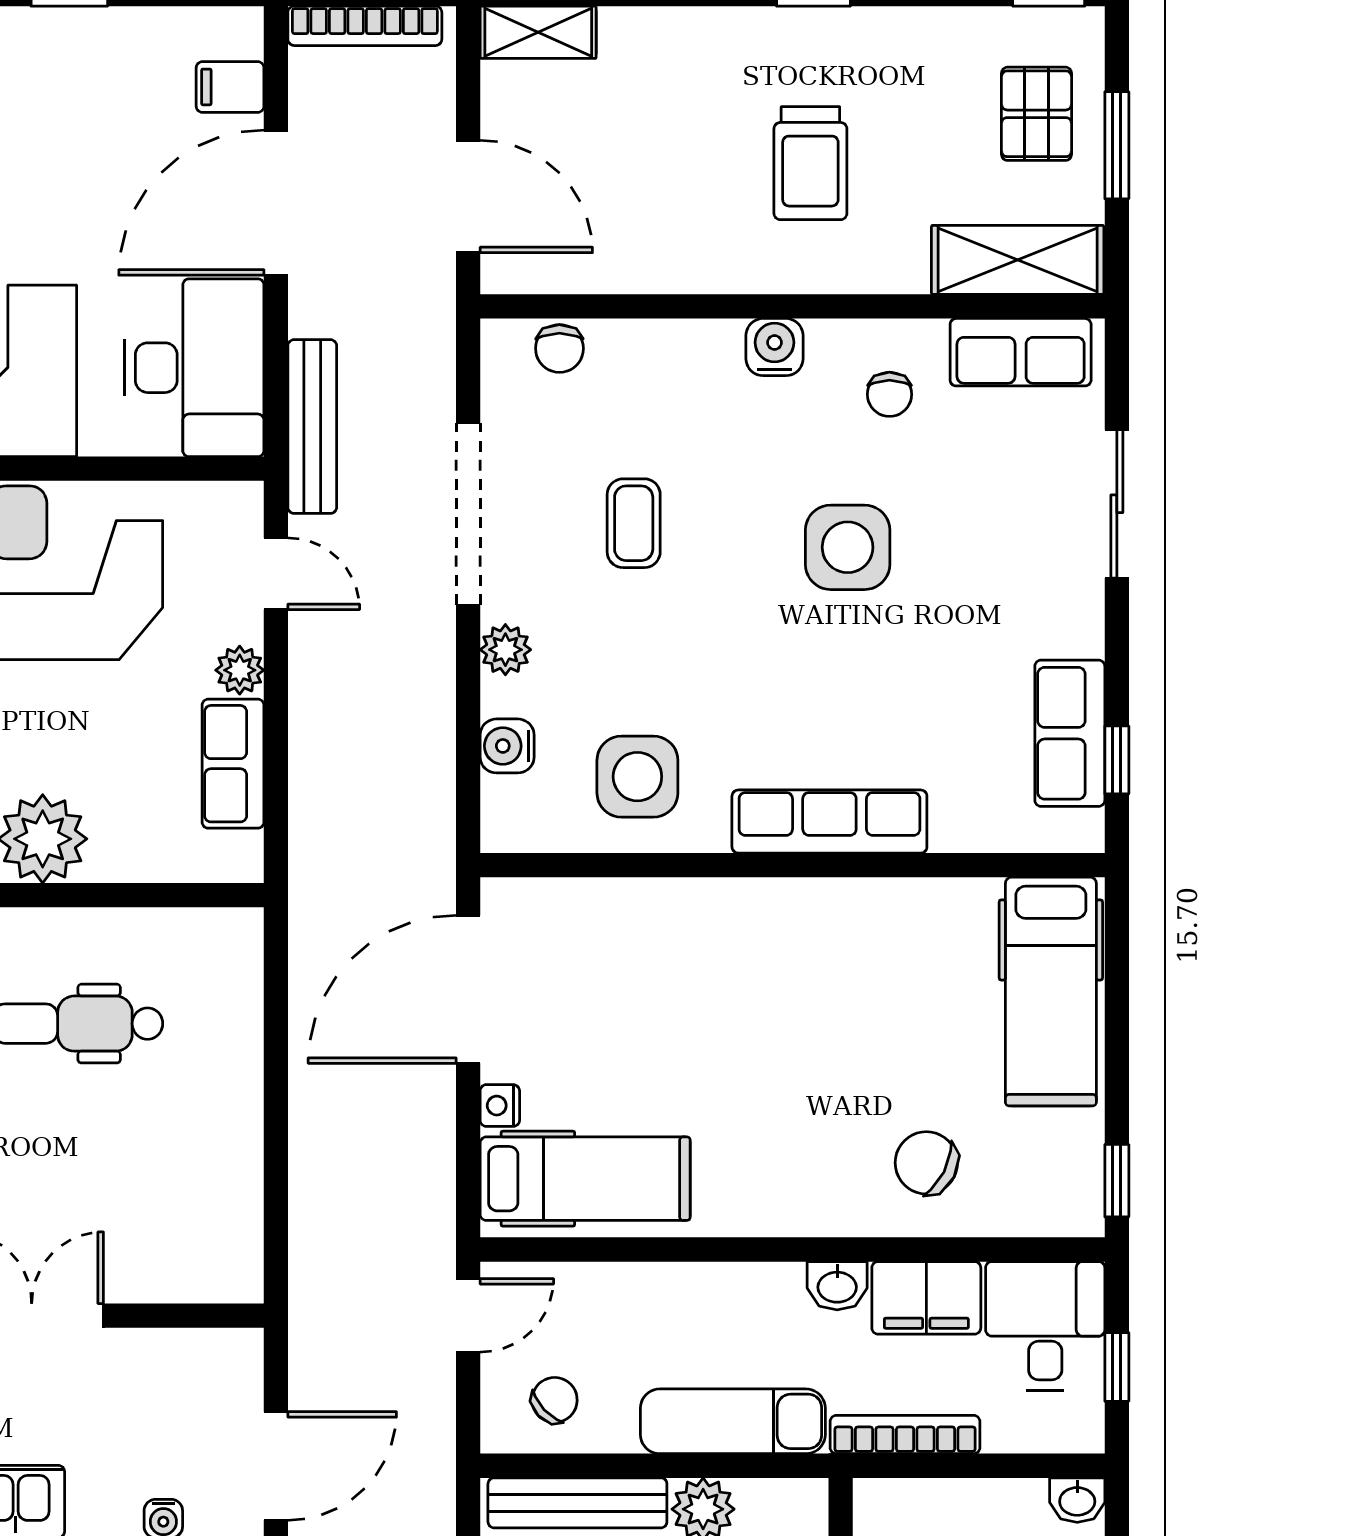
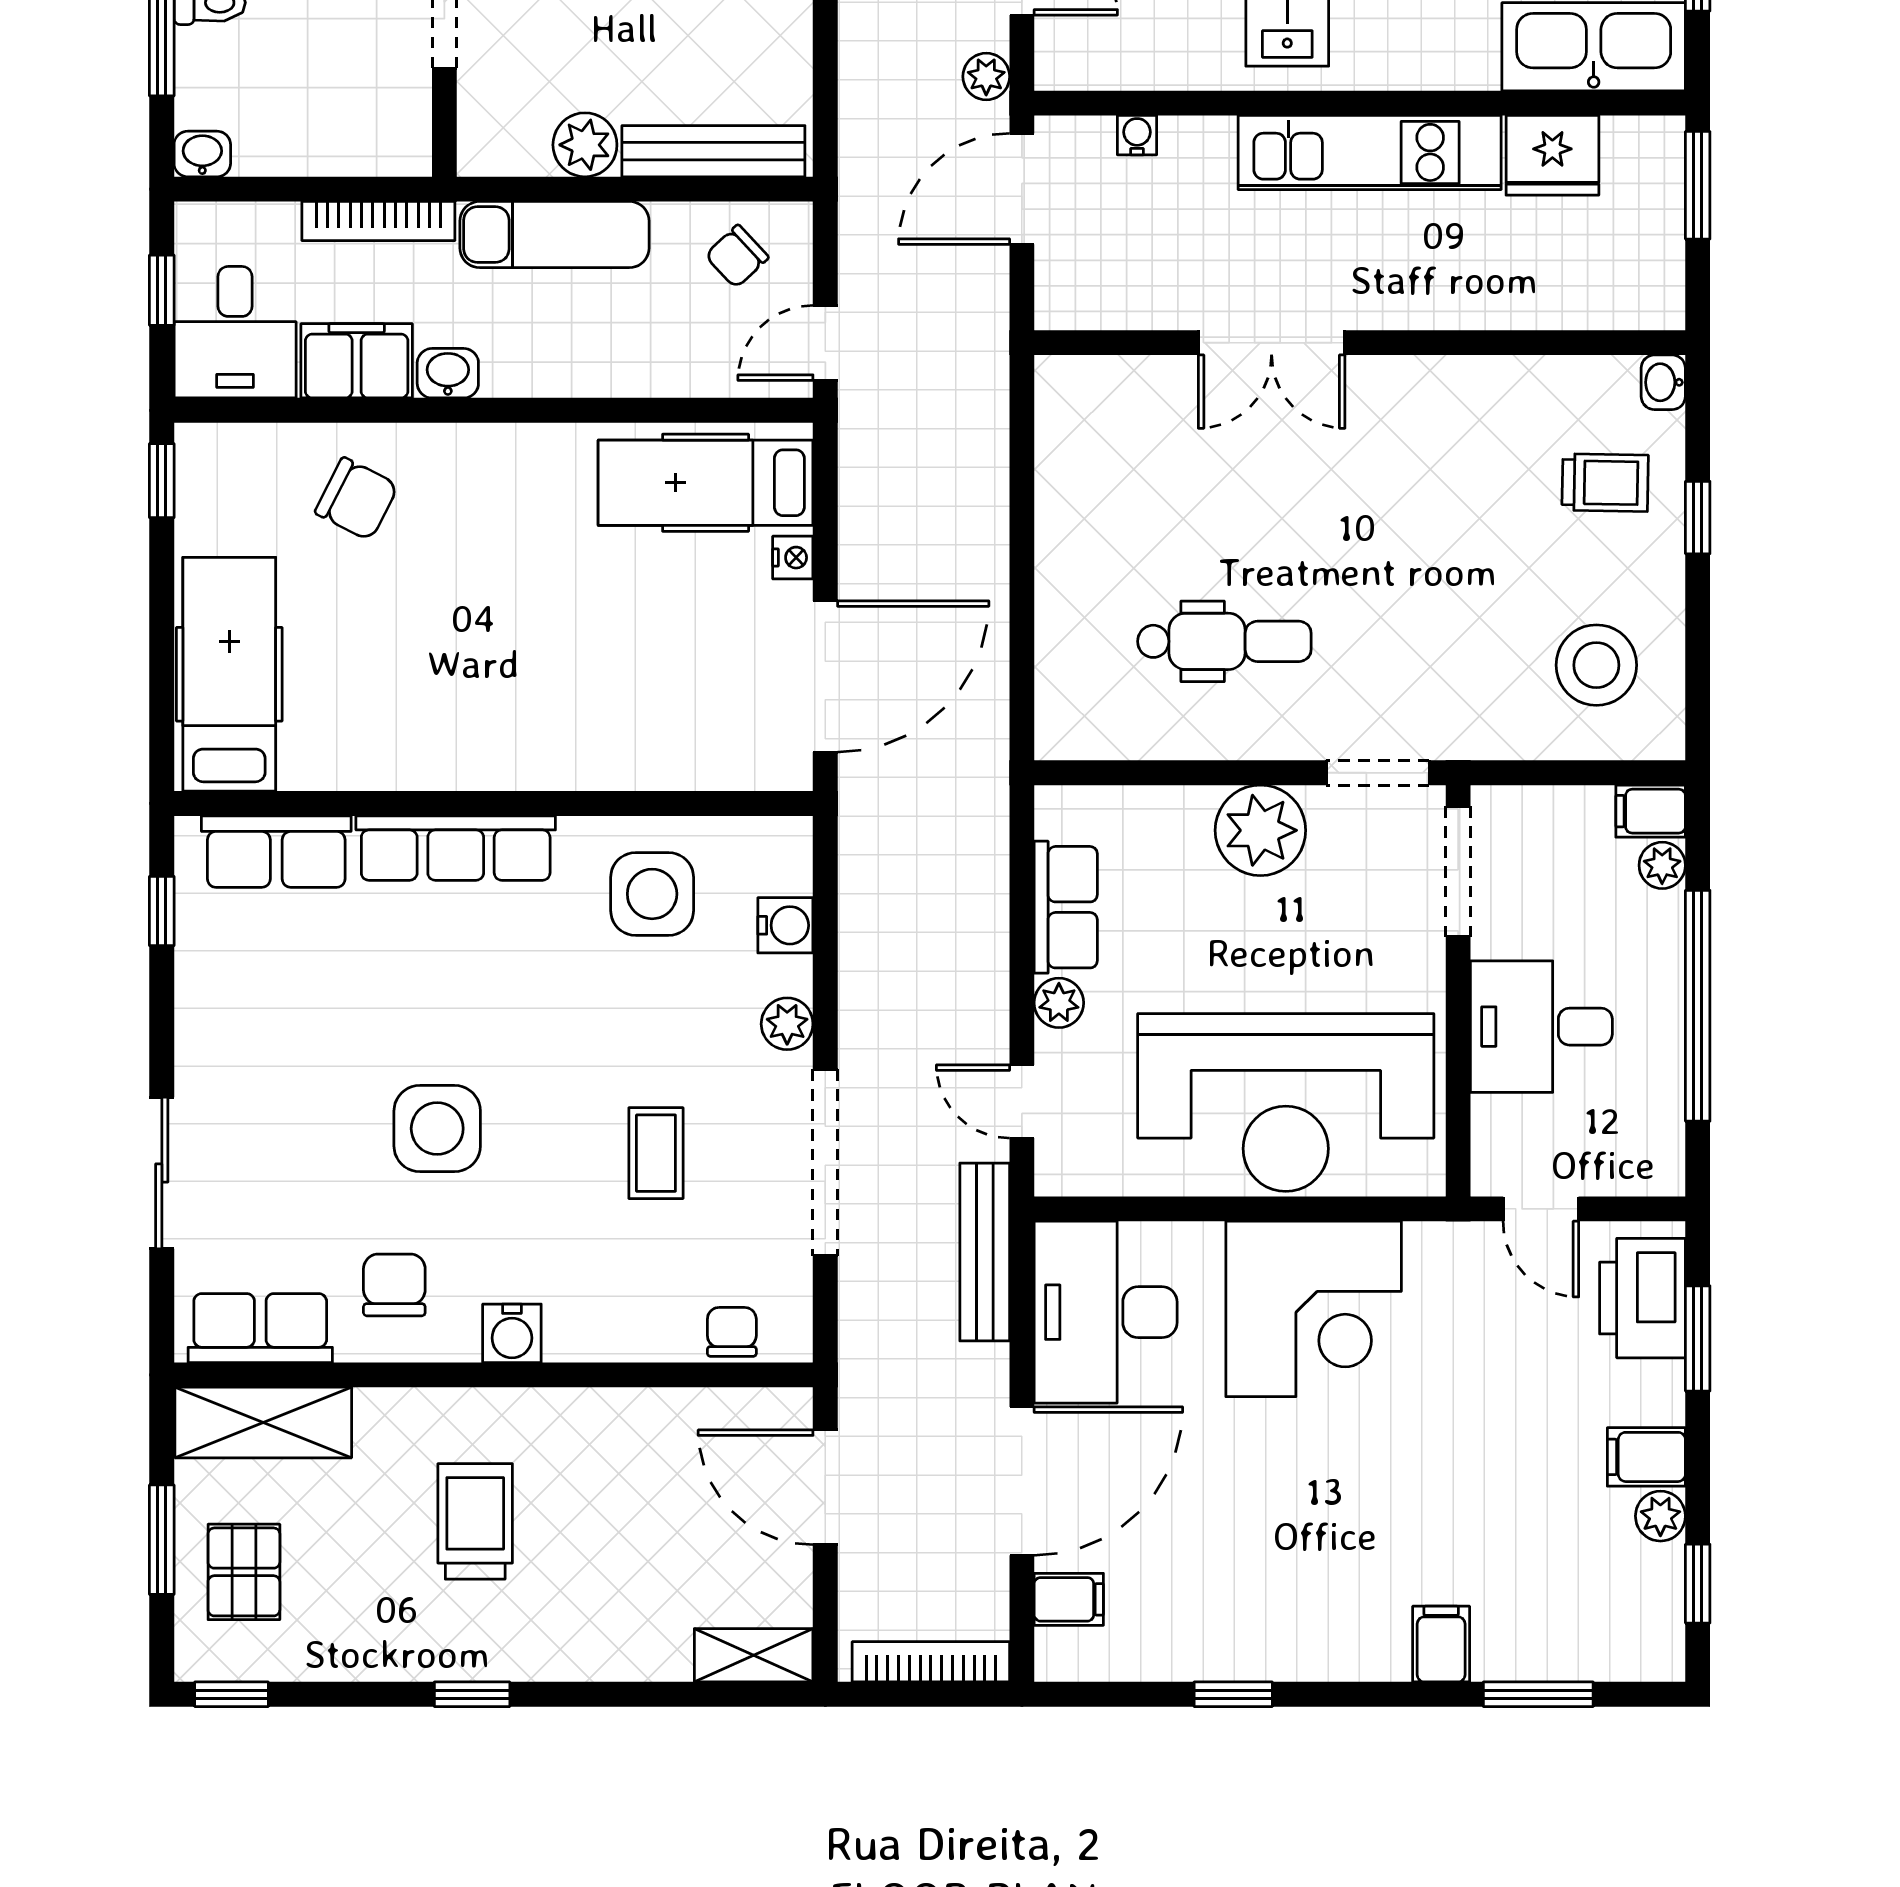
chair: (889, 394) -> (394, 1285), width x1.37, depth x1.37
row of seats: (1070, 733) -> (276, 852), moved, turned 90

